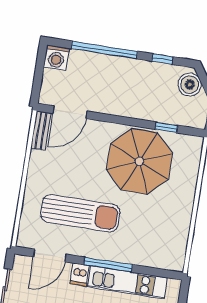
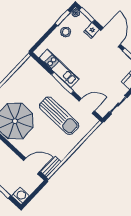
sun lounger: (80, 213) -> (59, 116), turned 180
dishwasher: (80, 275) -> (79, 87), removed

